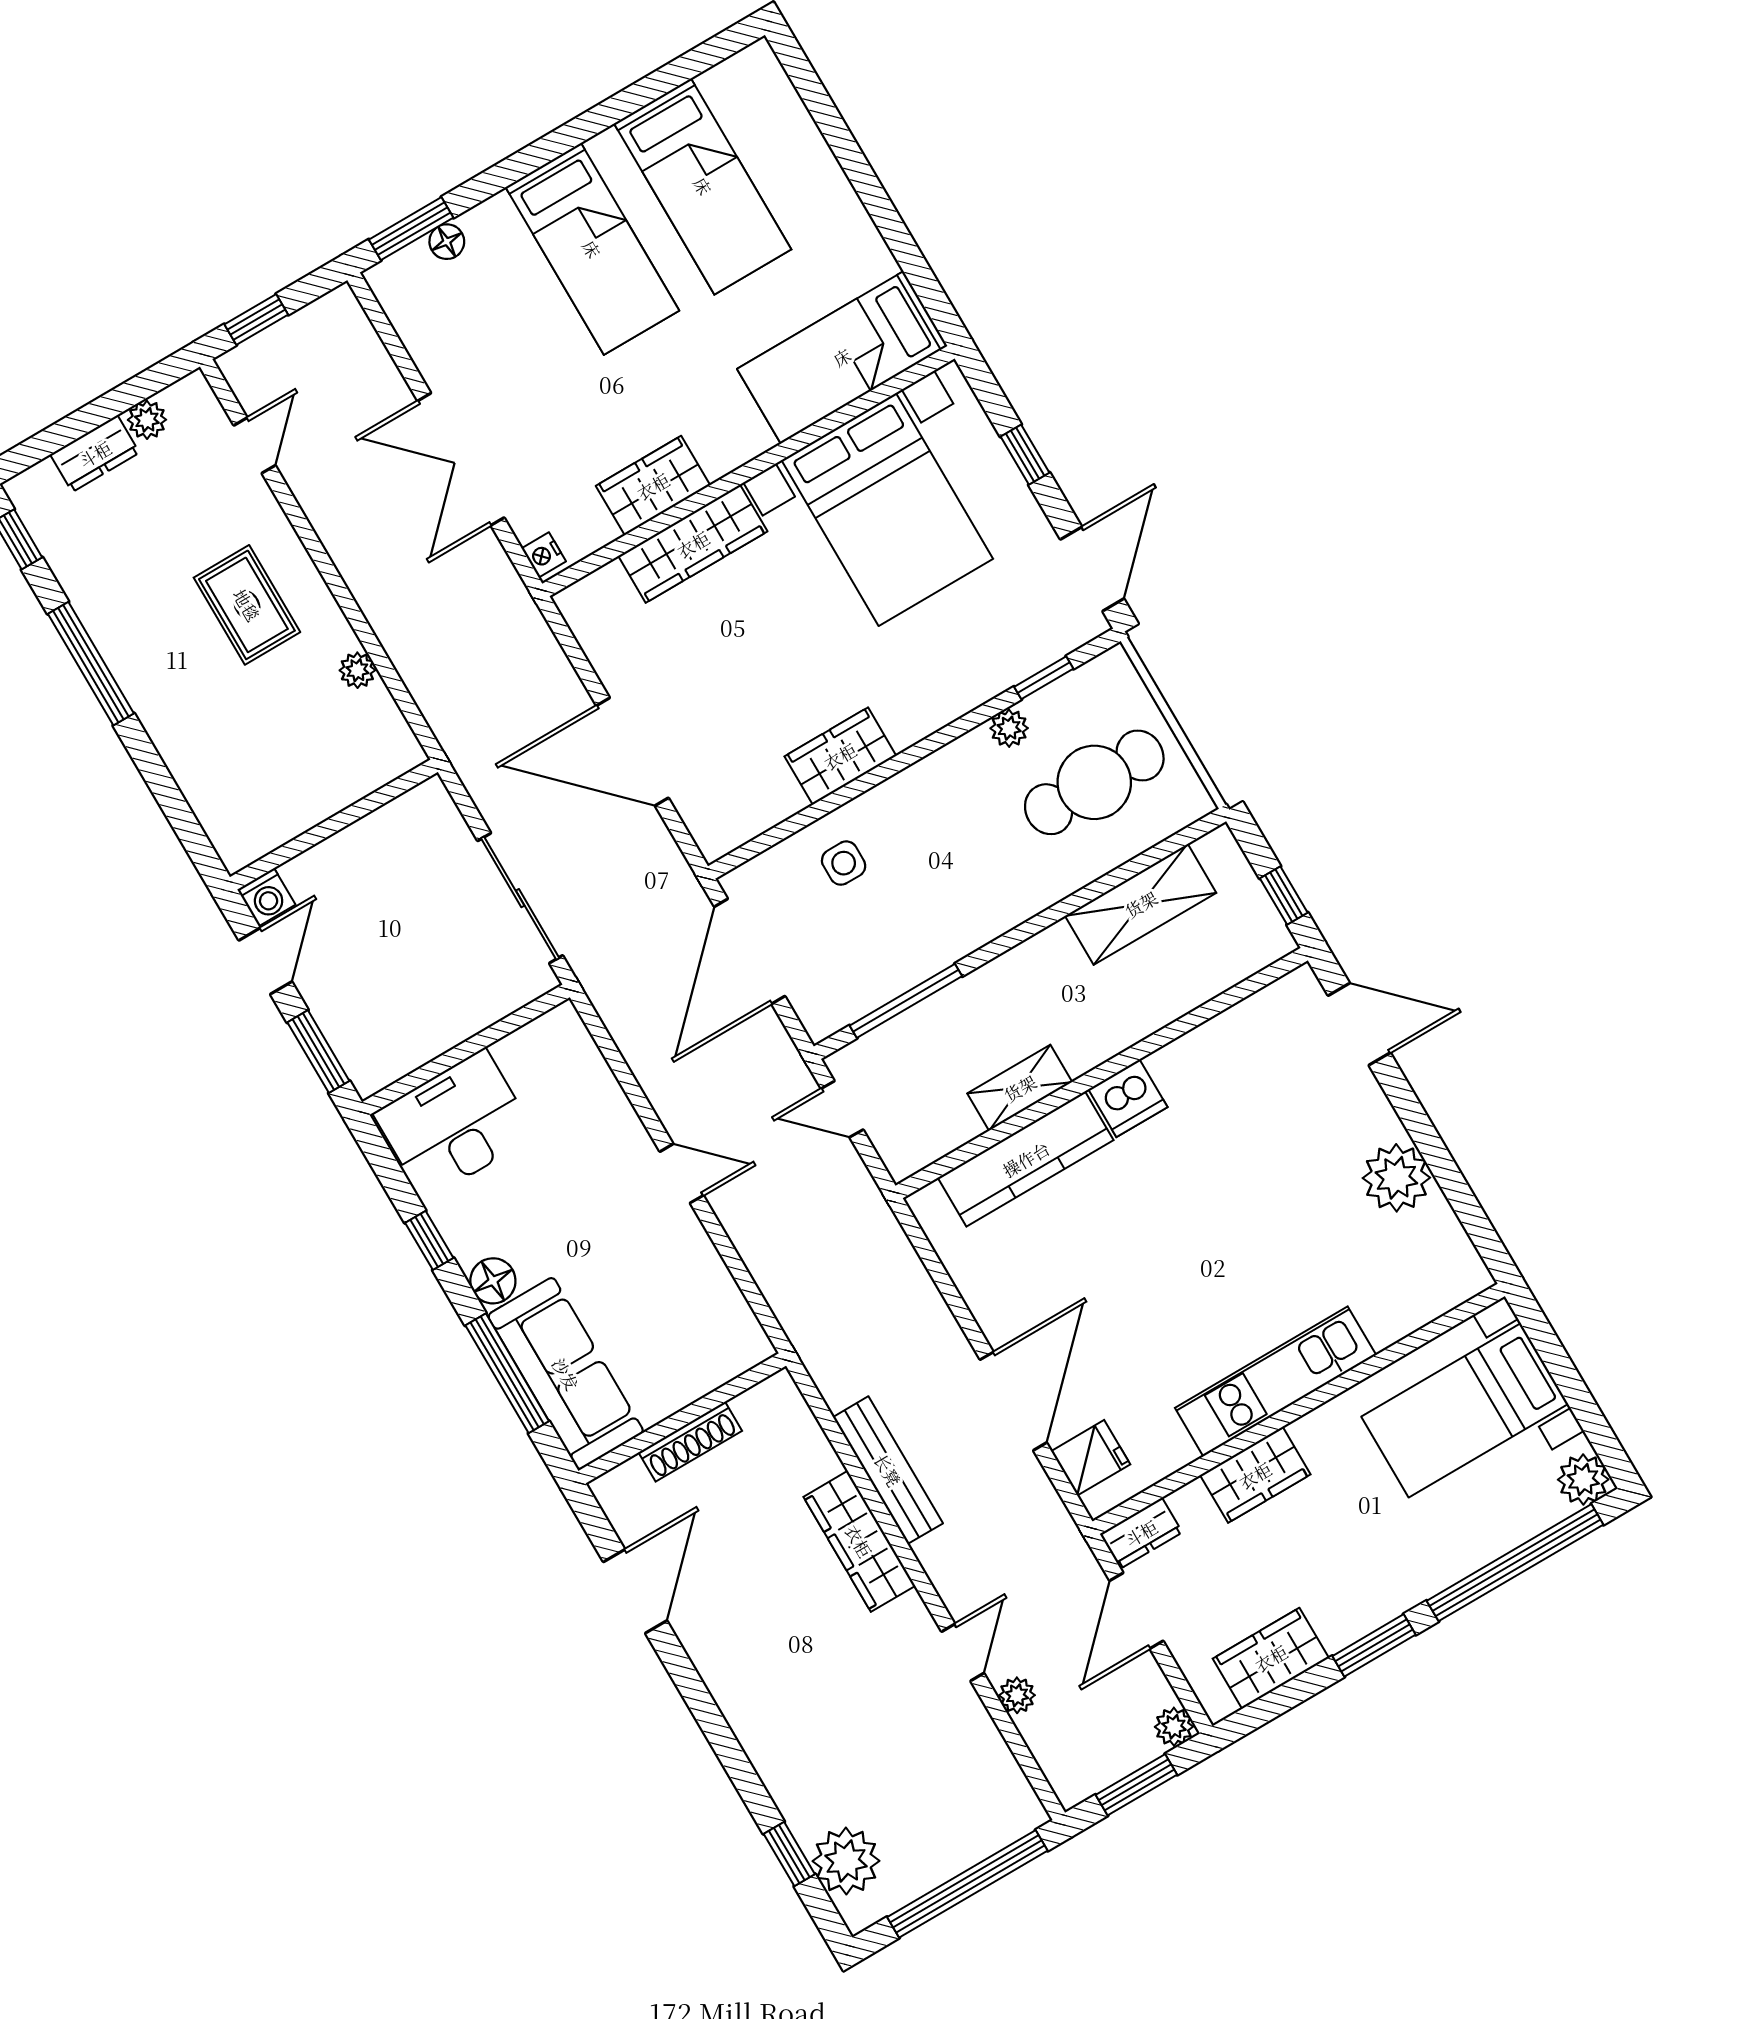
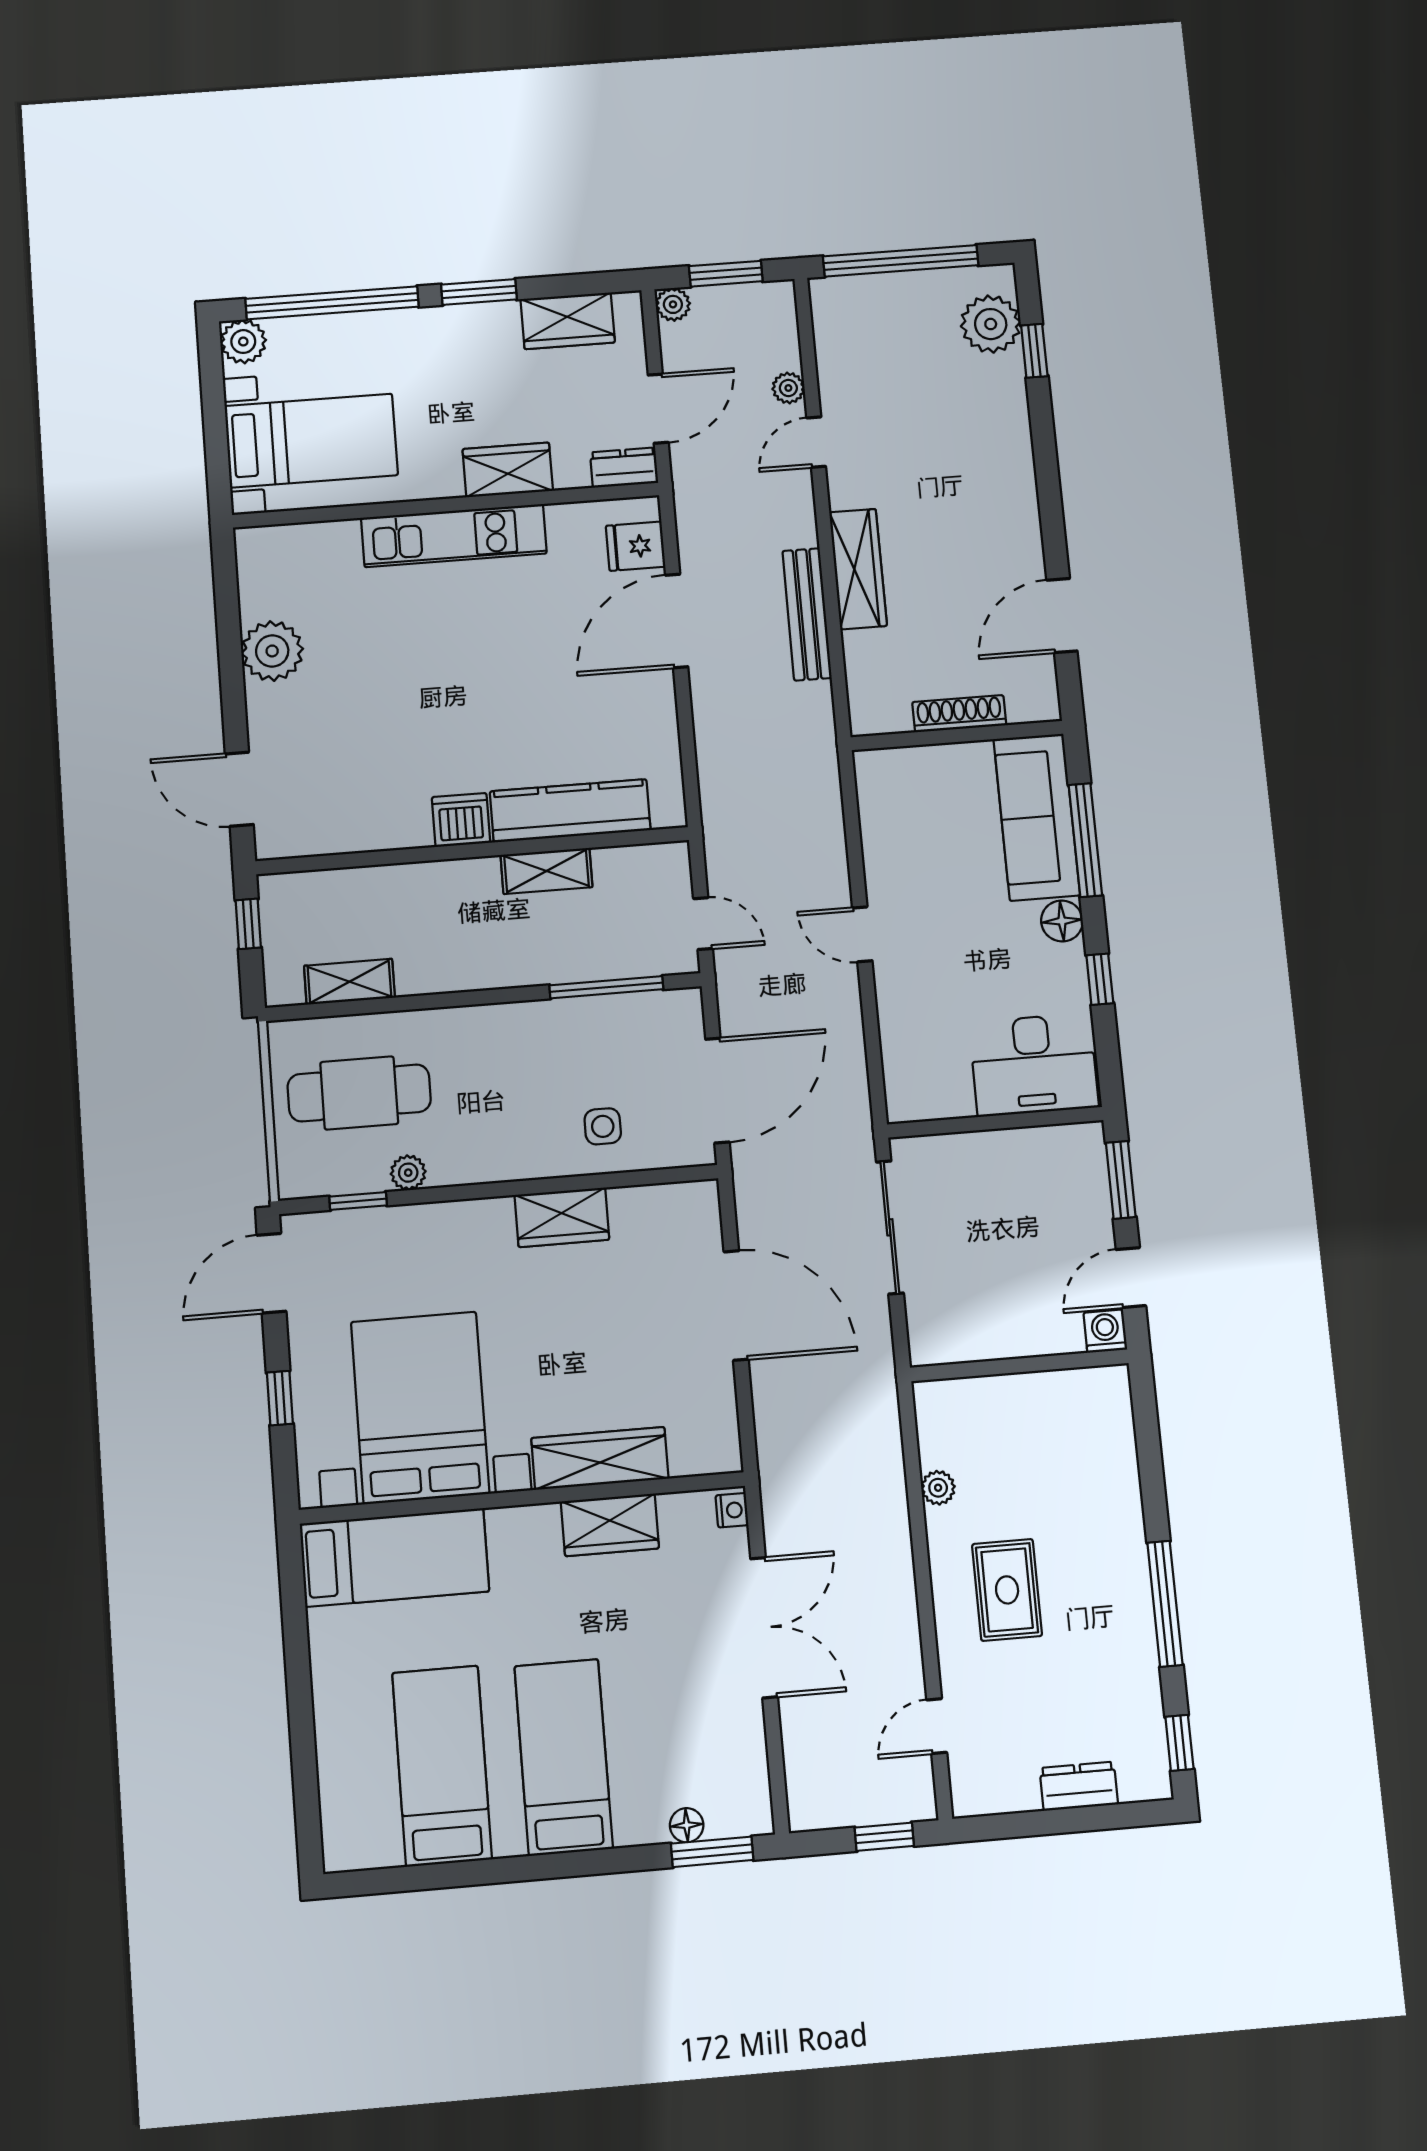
plant: (147, 420) -> (1020, 1794), removed
shelving: (1141, 904) -> (349, 982), width x0.67, depth x0.75

